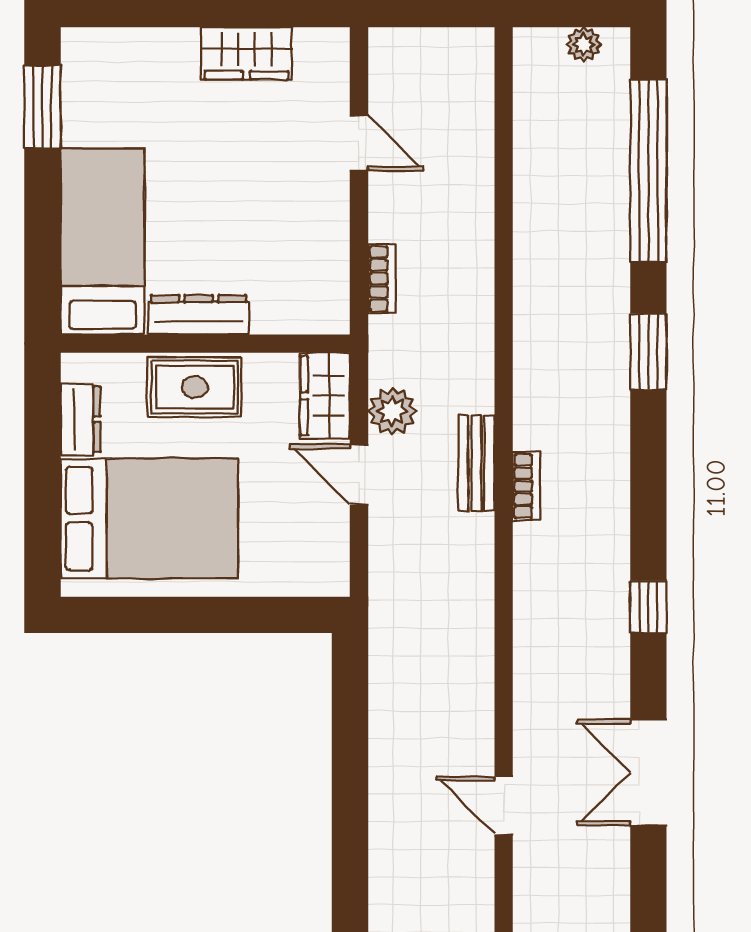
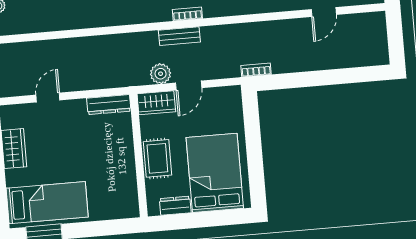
bed: (102, 241) -> (47, 203), moved, turned 180
bookcase: (382, 279) -> (256, 70), moved
dresser: (199, 315) -> (109, 105), moved, turned -90

